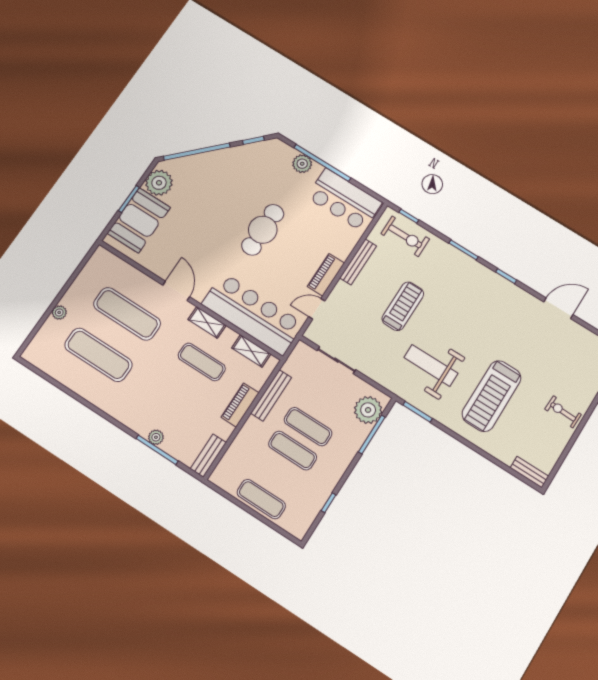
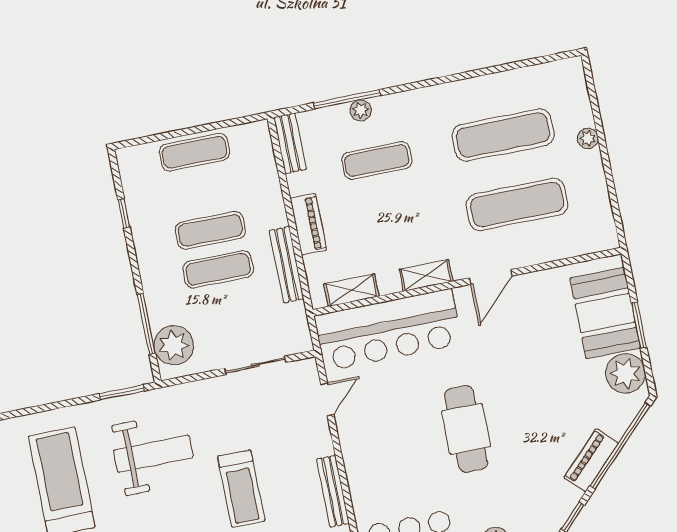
piano: (326, 275) -> (591, 460), moved, turned -135
door: (176, 291) -> (491, 277), hinge flipped
exercise mat: (202, 362) -> (377, 160), moved

